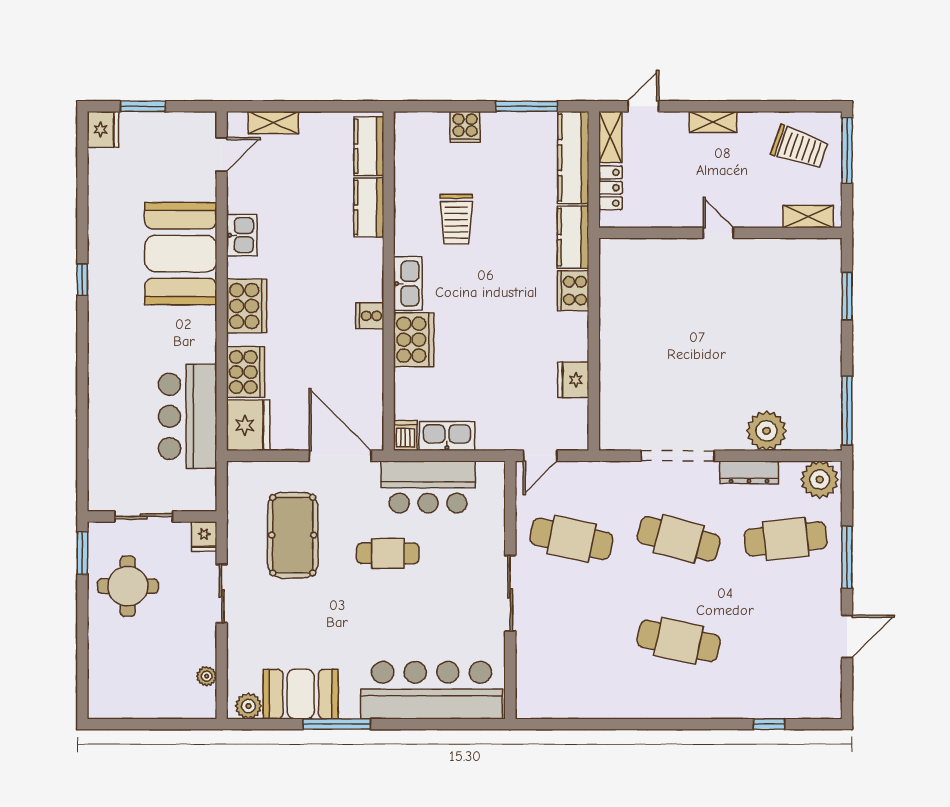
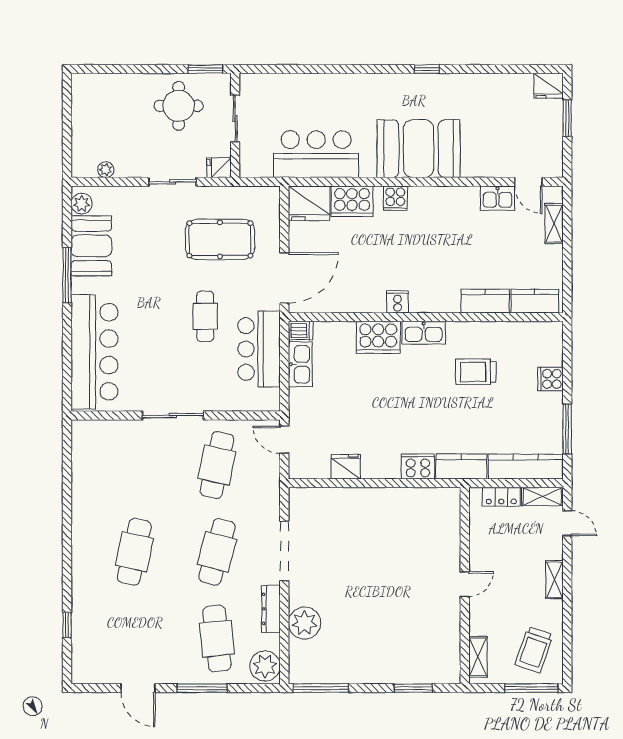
kitchen sink: (242, 235) -> (497, 198), moved
booth: (181, 254) -> (419, 149), moved
cooker: (247, 306) -> (395, 198), width x0.53, depth x0.76

